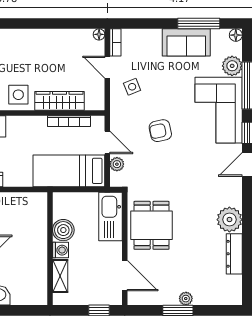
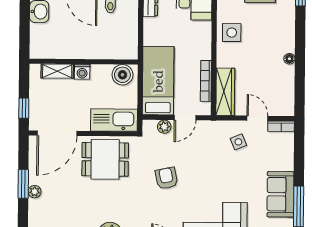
floor lamp: (99, 34) -> (289, 59), moved
door: (107, 67) -> (257, 118), hinge flipped
wardrobe: (60, 101) -> (225, 92), moved
armchair: (160, 131) -> (167, 178), moved
boiler: (63, 230) -> (122, 75), moved
door: (125, 276) -> (57, 133), width x1.36

